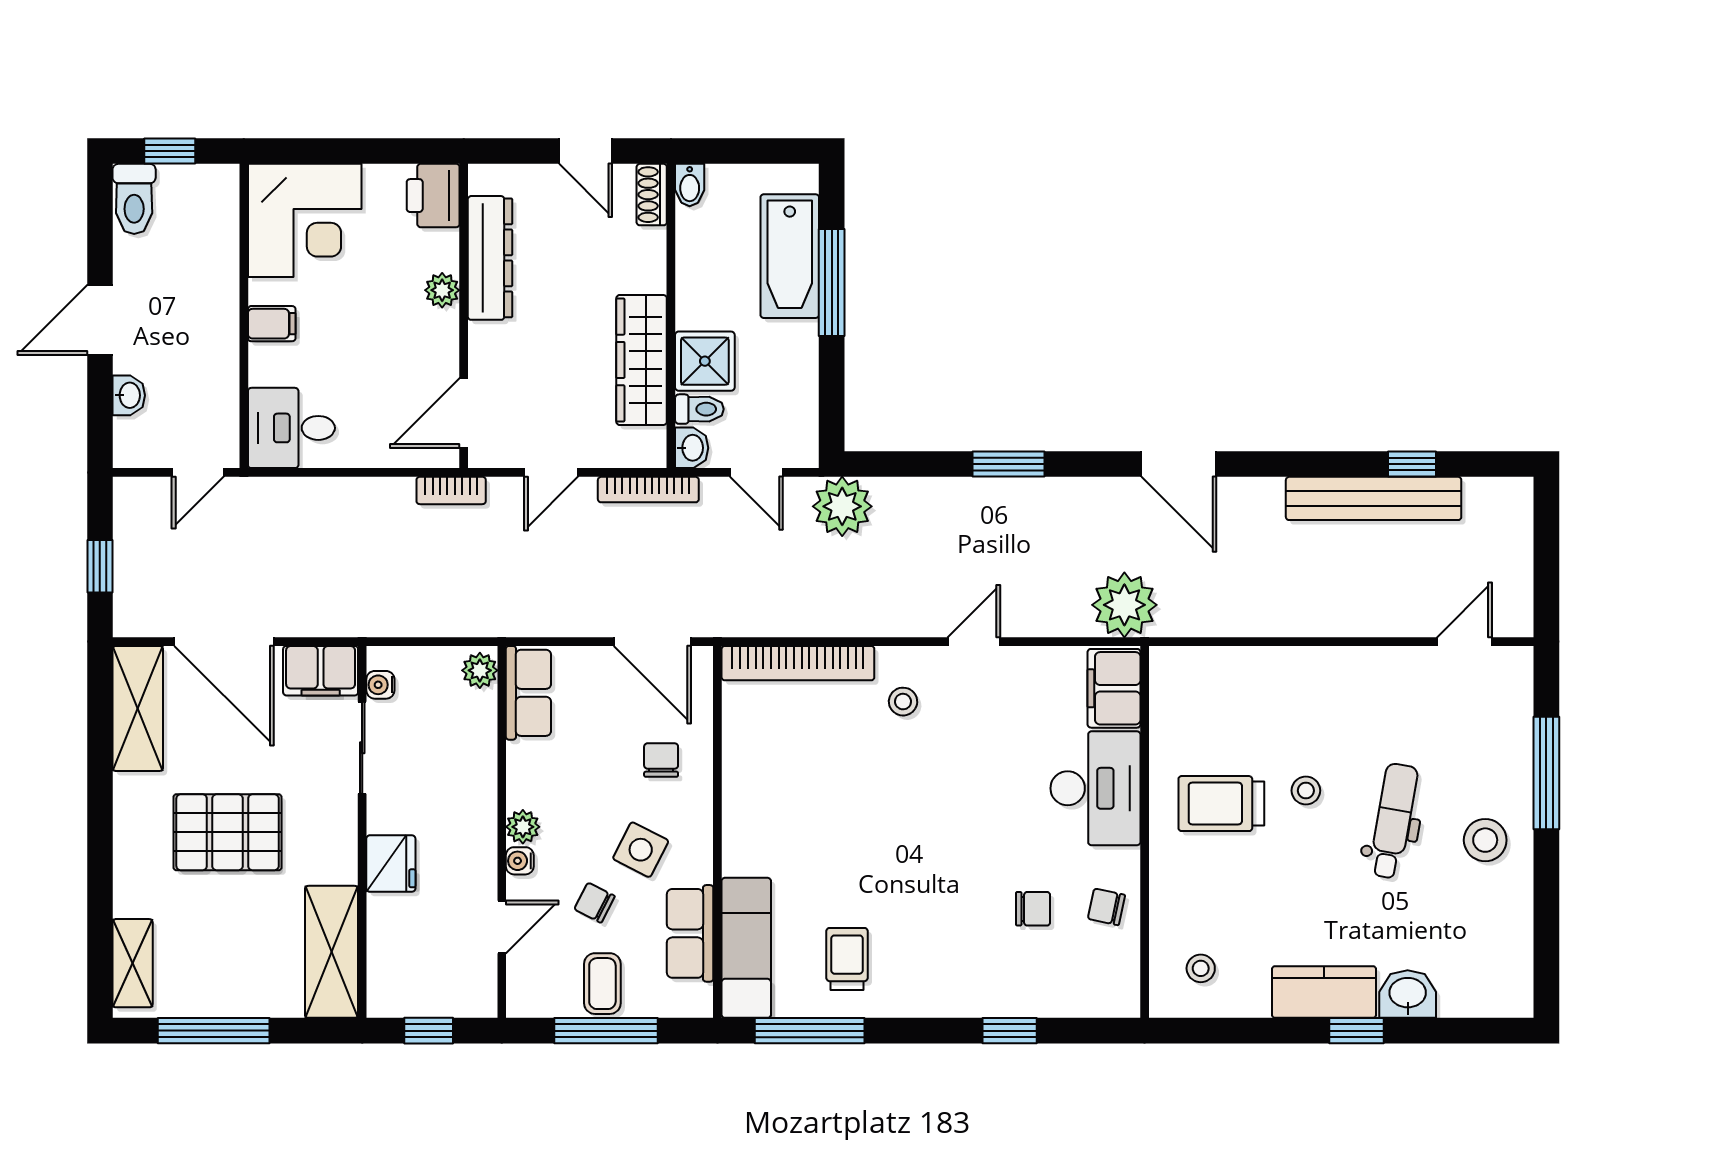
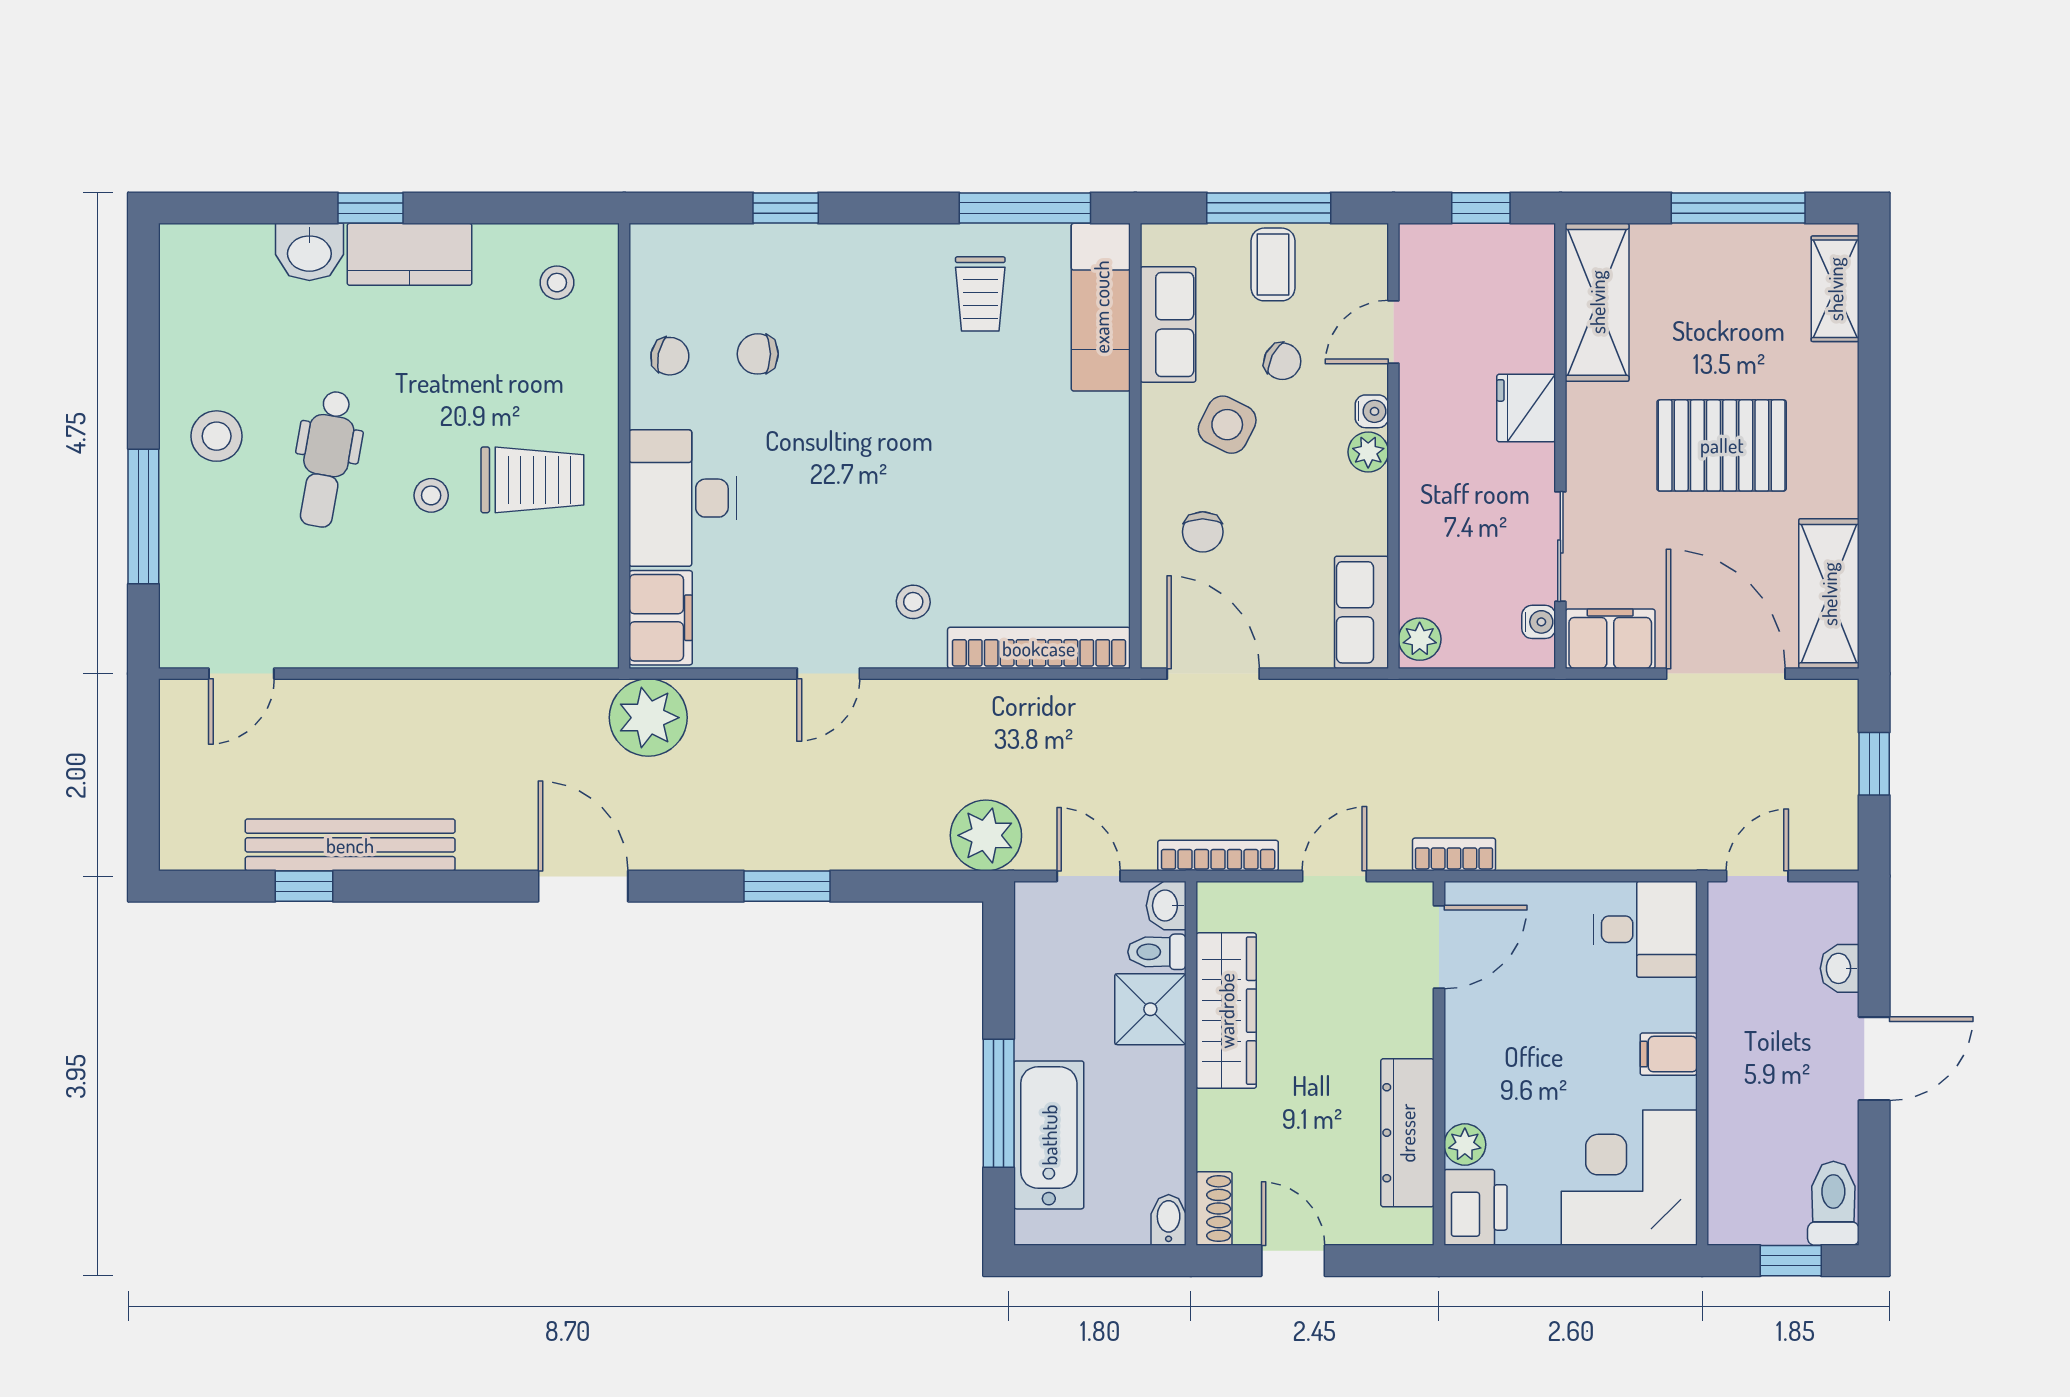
plant: (442, 290) -> (1465, 1144), moved

